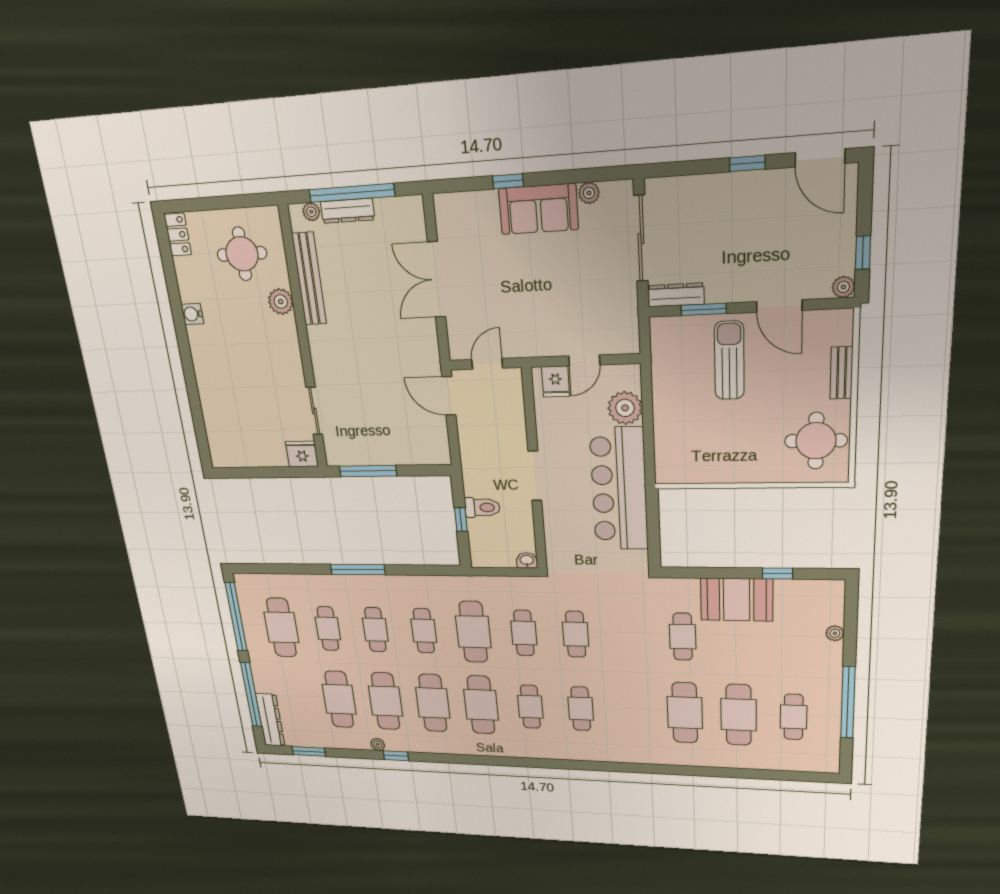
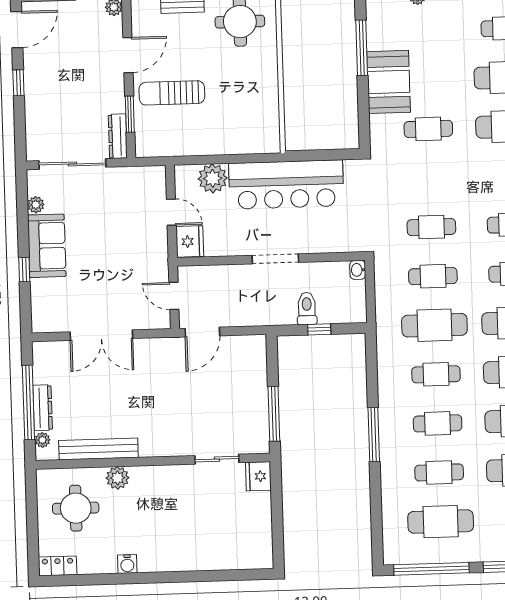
fridge: (555, 381) -> (190, 241), width x1.38
window: (777, 573) -> (362, 48), width x2.17

